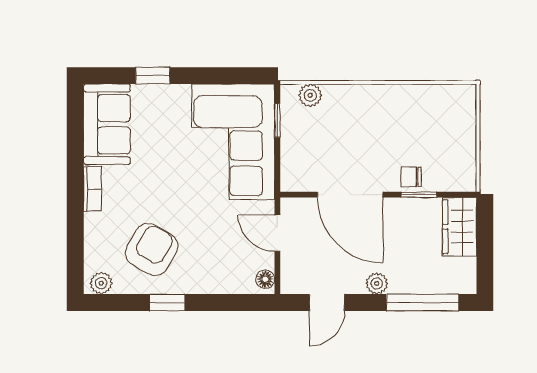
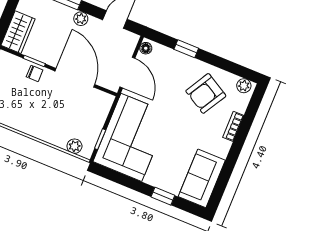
bookcase: (92, 189) -> (233, 126), moved
door: (277, 233) -> (127, 73), width x1.38
window: (167, 303) -> (186, 49), moved

